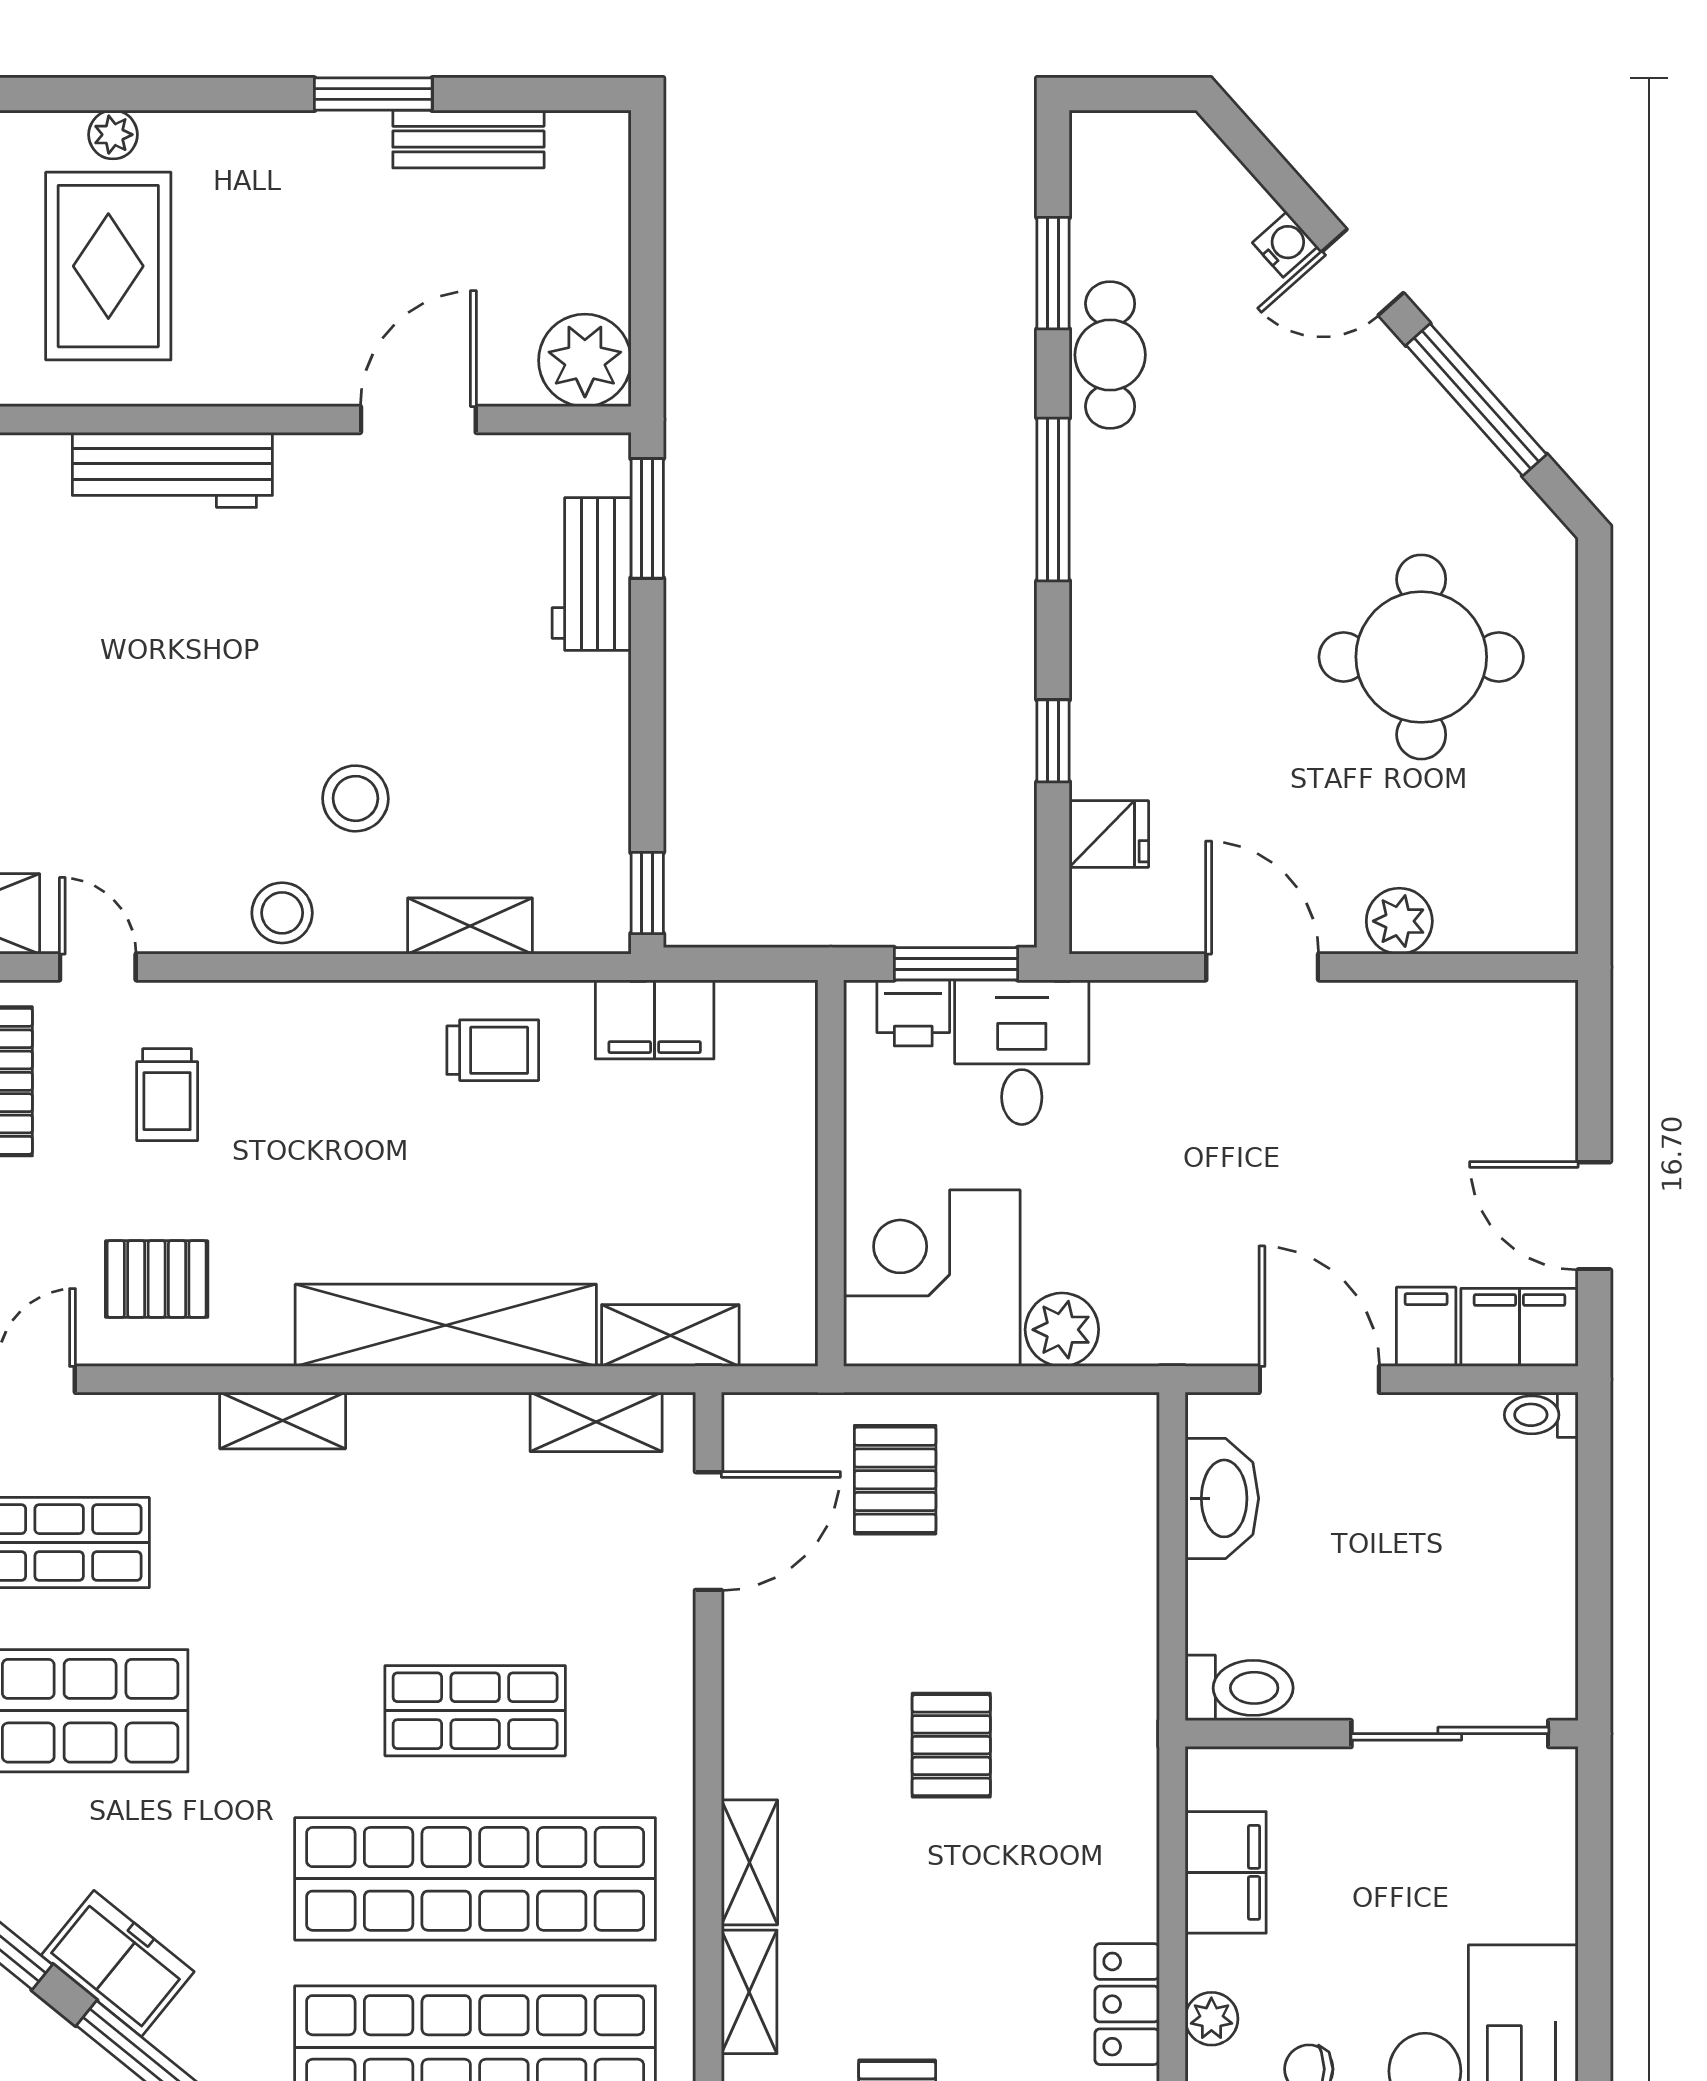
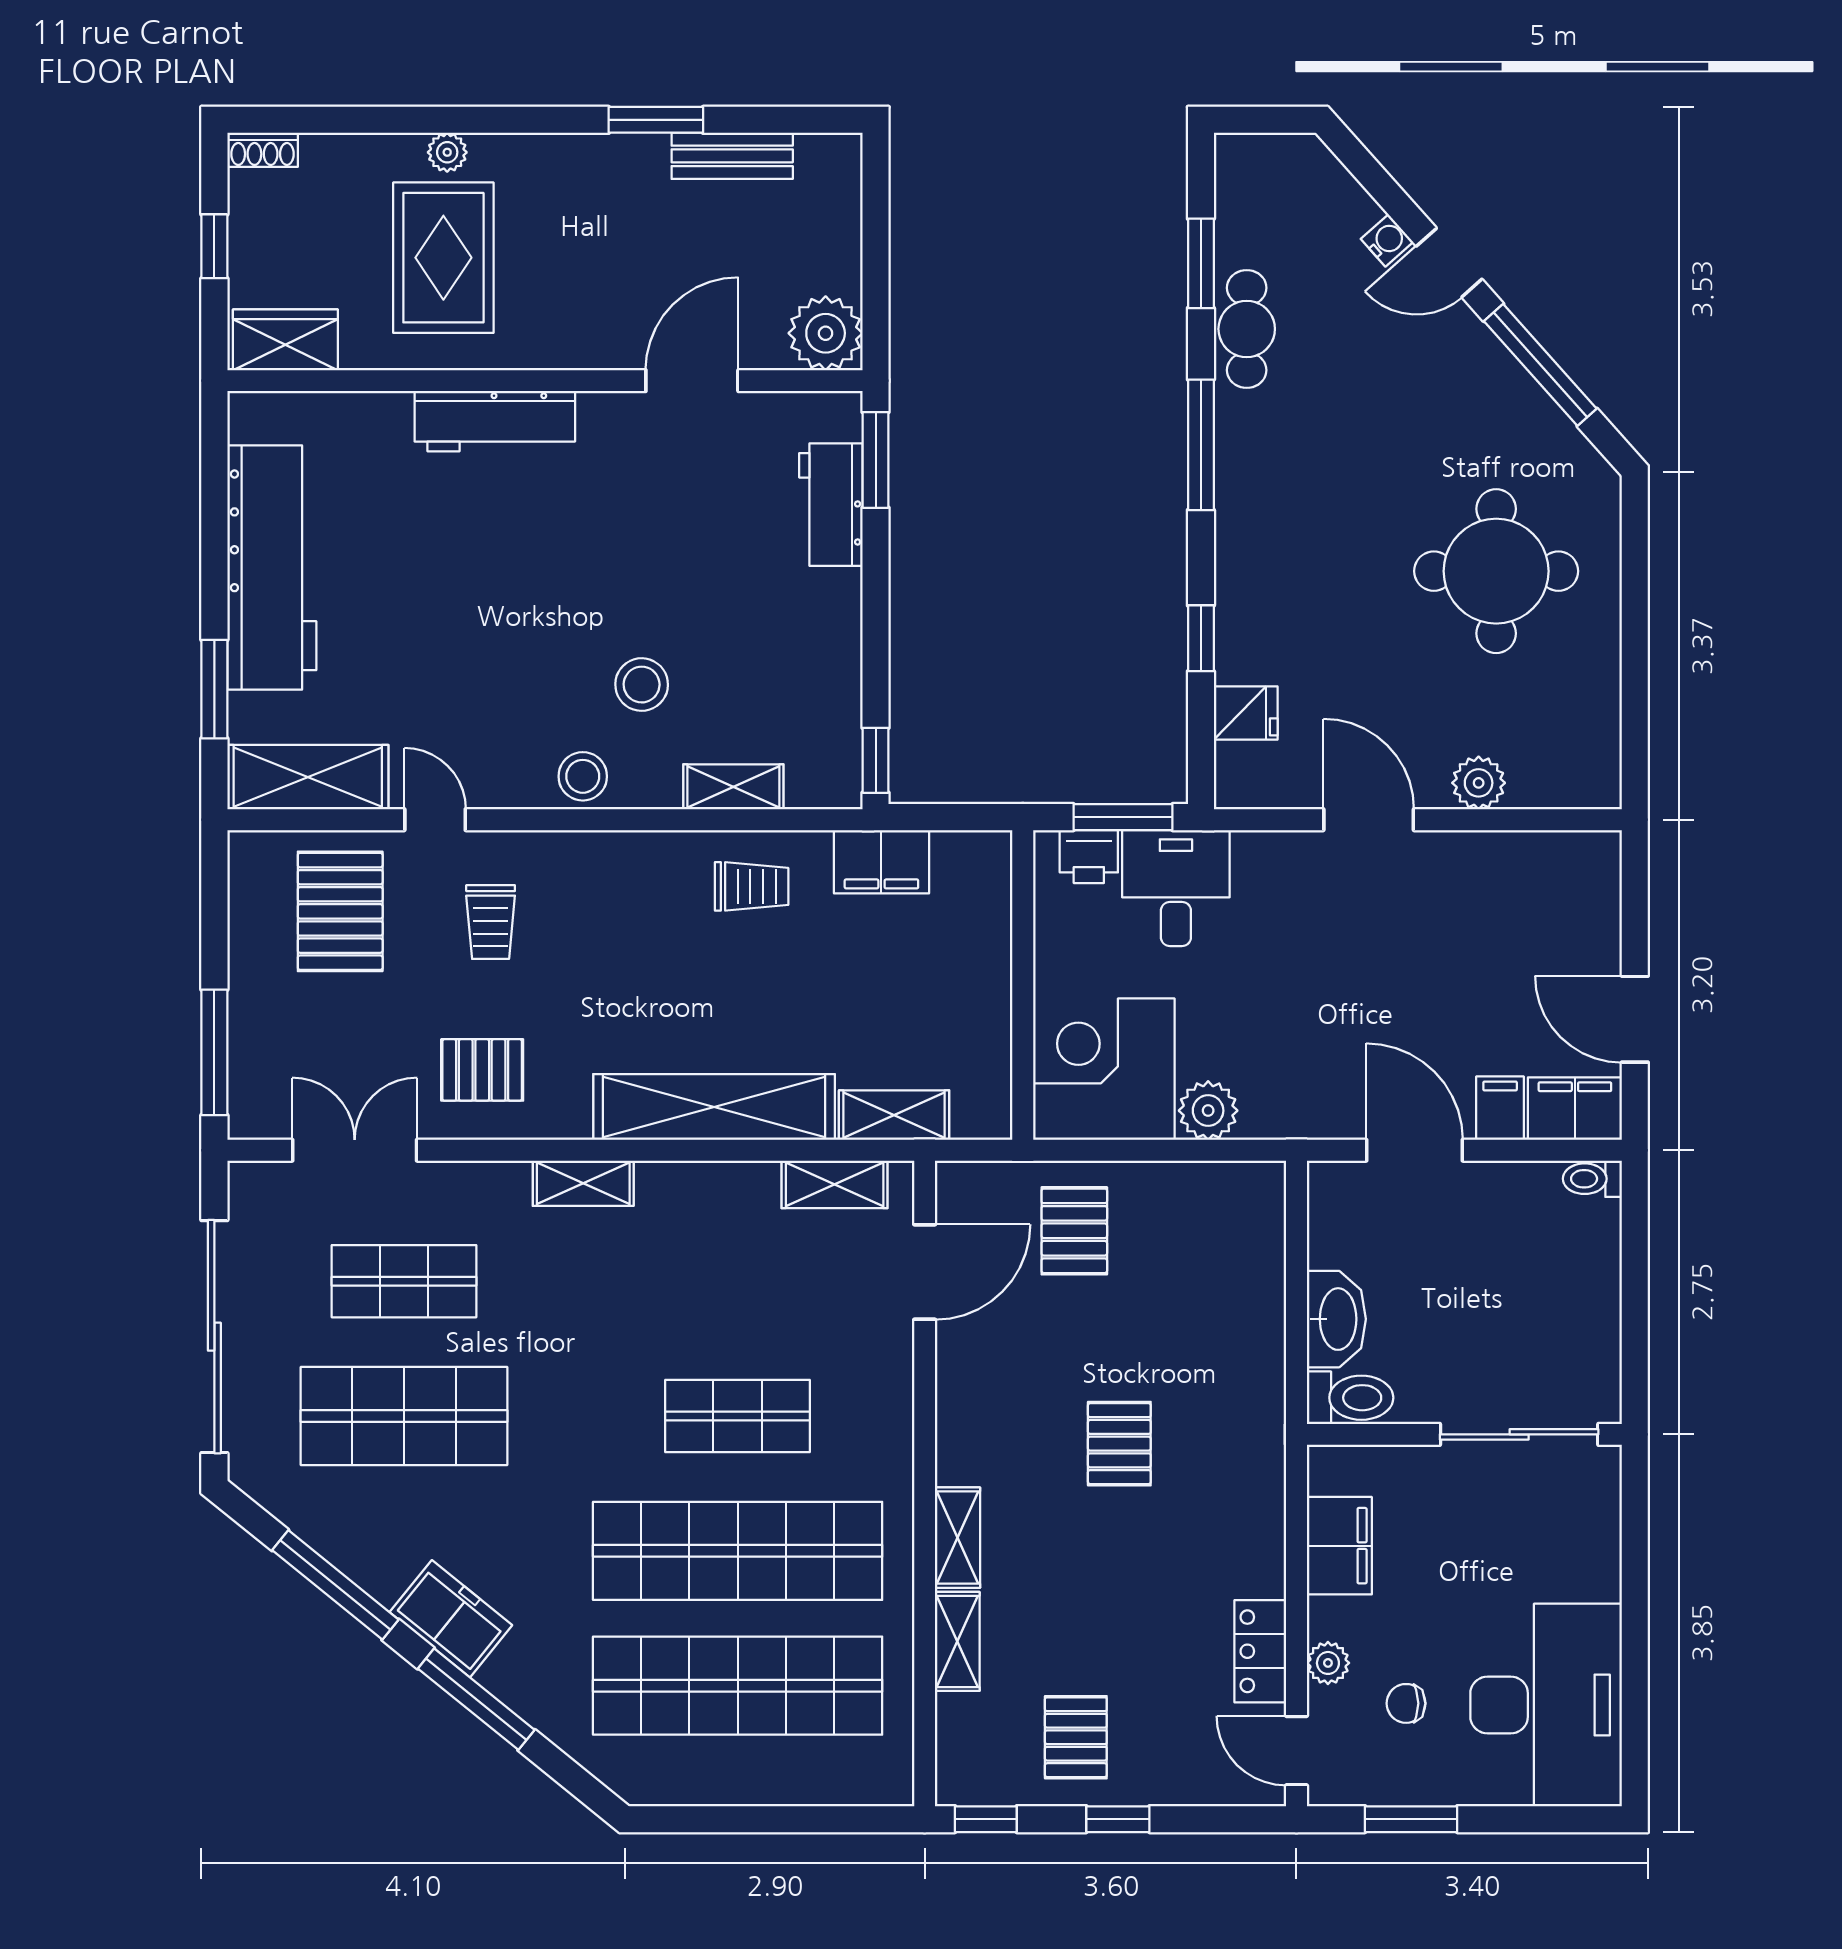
washbasin: (1222, 1498) -> (1336, 1319), moved

